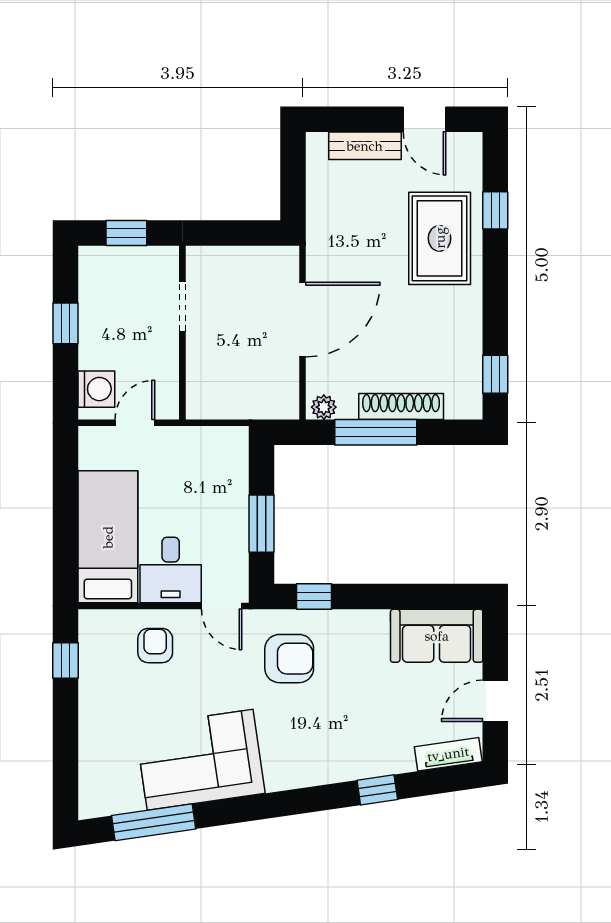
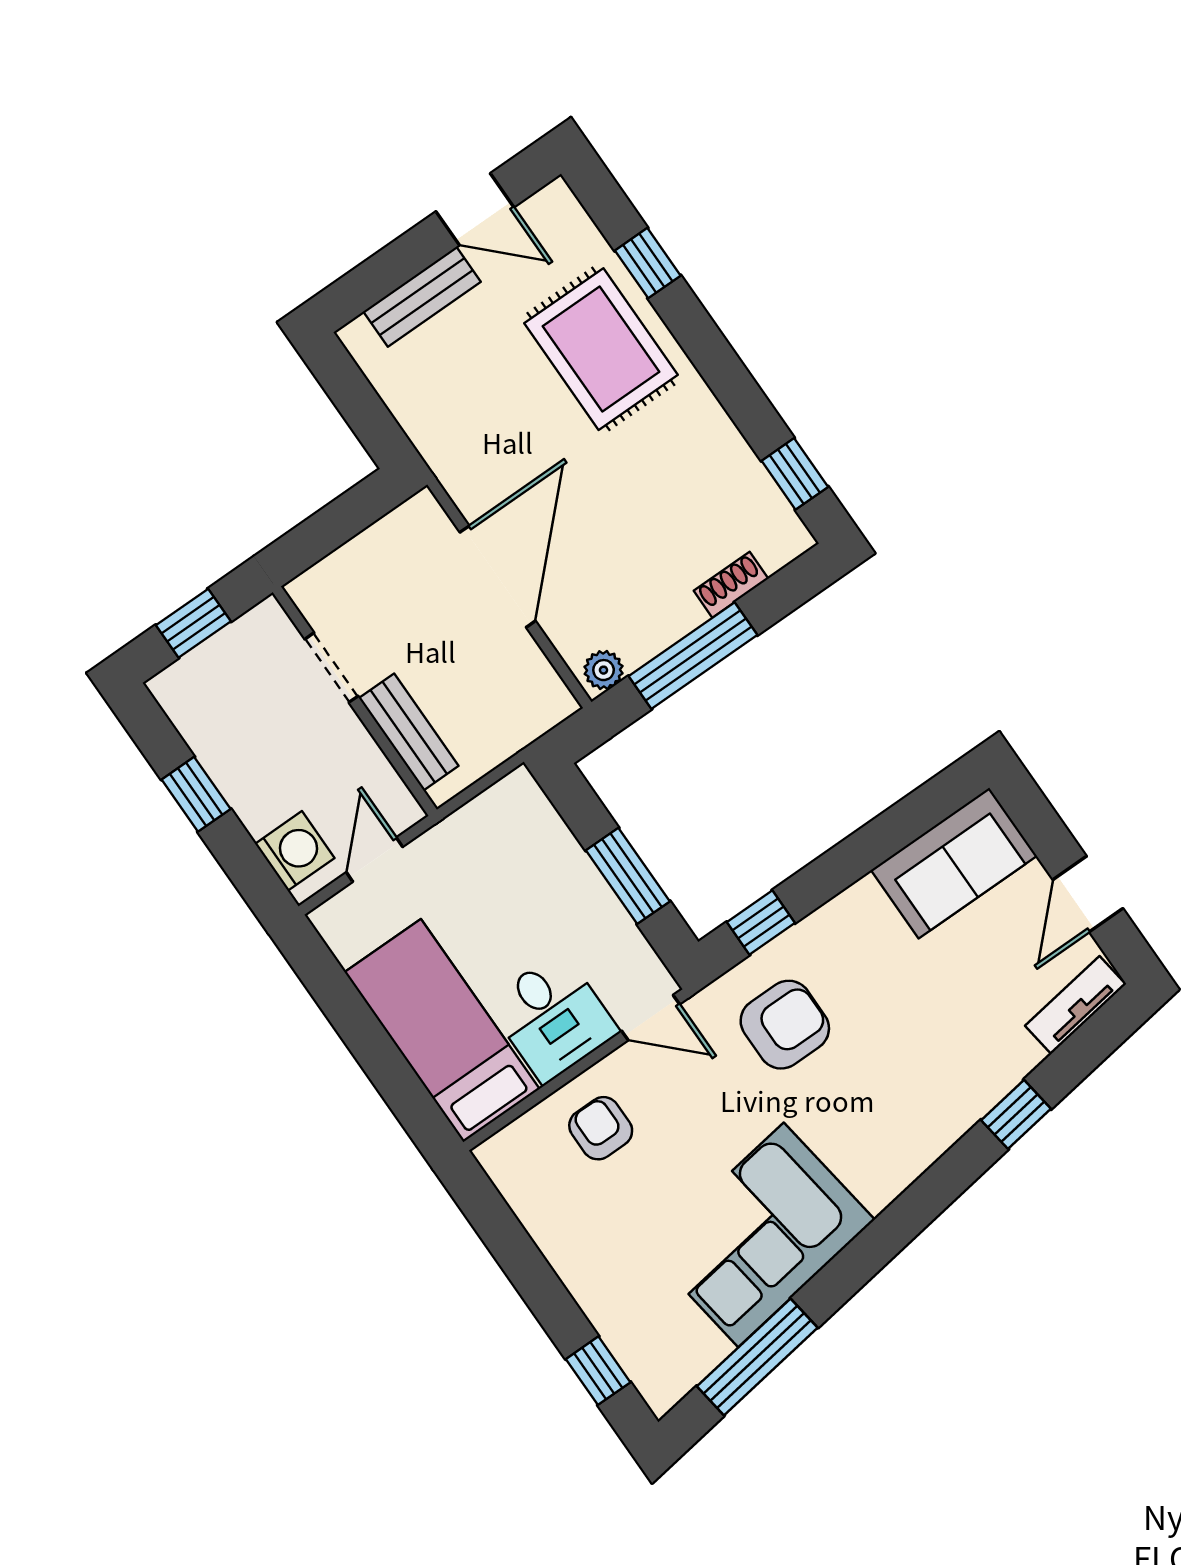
bench: (199, 368) -> (409, 732), added
shoe rack: (401, 406) -> (731, 585), width x0.51, depth x0.81
window: (65, 661) -> (598, 1371), moved

